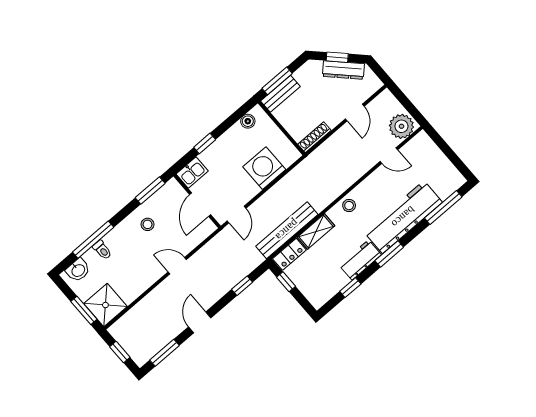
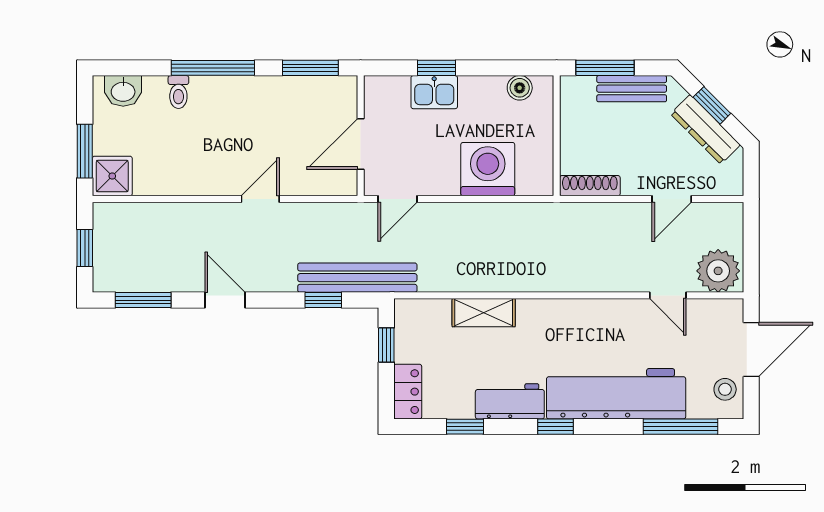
bench: (280, 94) -> (632, 89), moved
door: (445, 148) -> (751, 349), added
kitchen sink: (192, 173) -> (434, 92), moved
stool: (349, 206) -> (725, 389), moved
stool: (148, 224) -> (268, 110), removed
bench: (287, 230) -> (357, 278), moved
window: (93, 240) -> (213, 68), moved
locker: (289, 254) -> (408, 392), moved, turned -90
window: (389, 254) -> (555, 427), width x0.67
door: (177, 266) -> (260, 199), hinge flipped
shower: (105, 305) -> (112, 176), width x0.73, depth x0.73
door: (200, 322) -> (225, 300), hinge flipped

